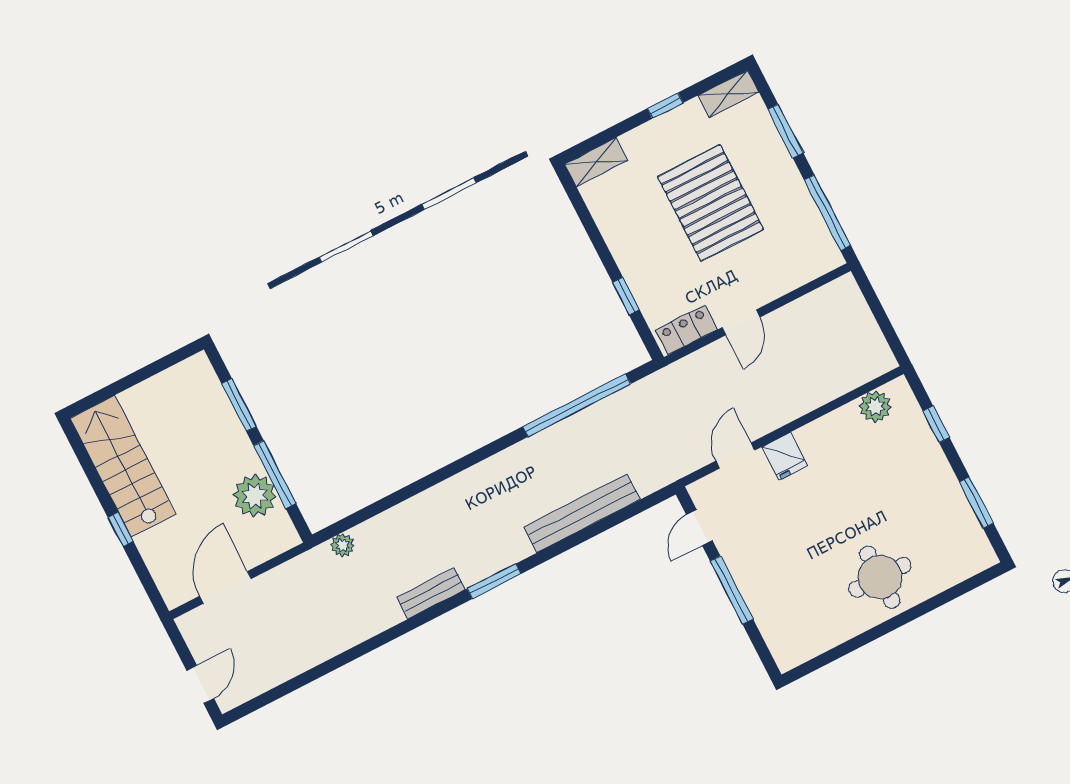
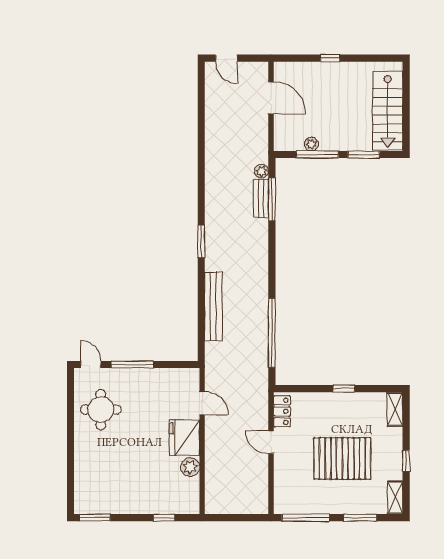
window: (626, 296) -> (344, 389), moved
plant: (875, 407) -> (190, 467), moved
fridge: (785, 456) -> (184, 437), width x1.88, depth x1.34
stairs: (123, 466) -> (388, 111), moved, turned 90
plant: (255, 496) -> (311, 144), width x0.53, depth x0.53
window: (976, 503) -> (95, 518), moved
window: (377, 508) -> (272, 199), added
door: (699, 528) -> (91, 364), moved
round table: (880, 577) -> (101, 410), moved
bench: (431, 593) -> (261, 199), moved

